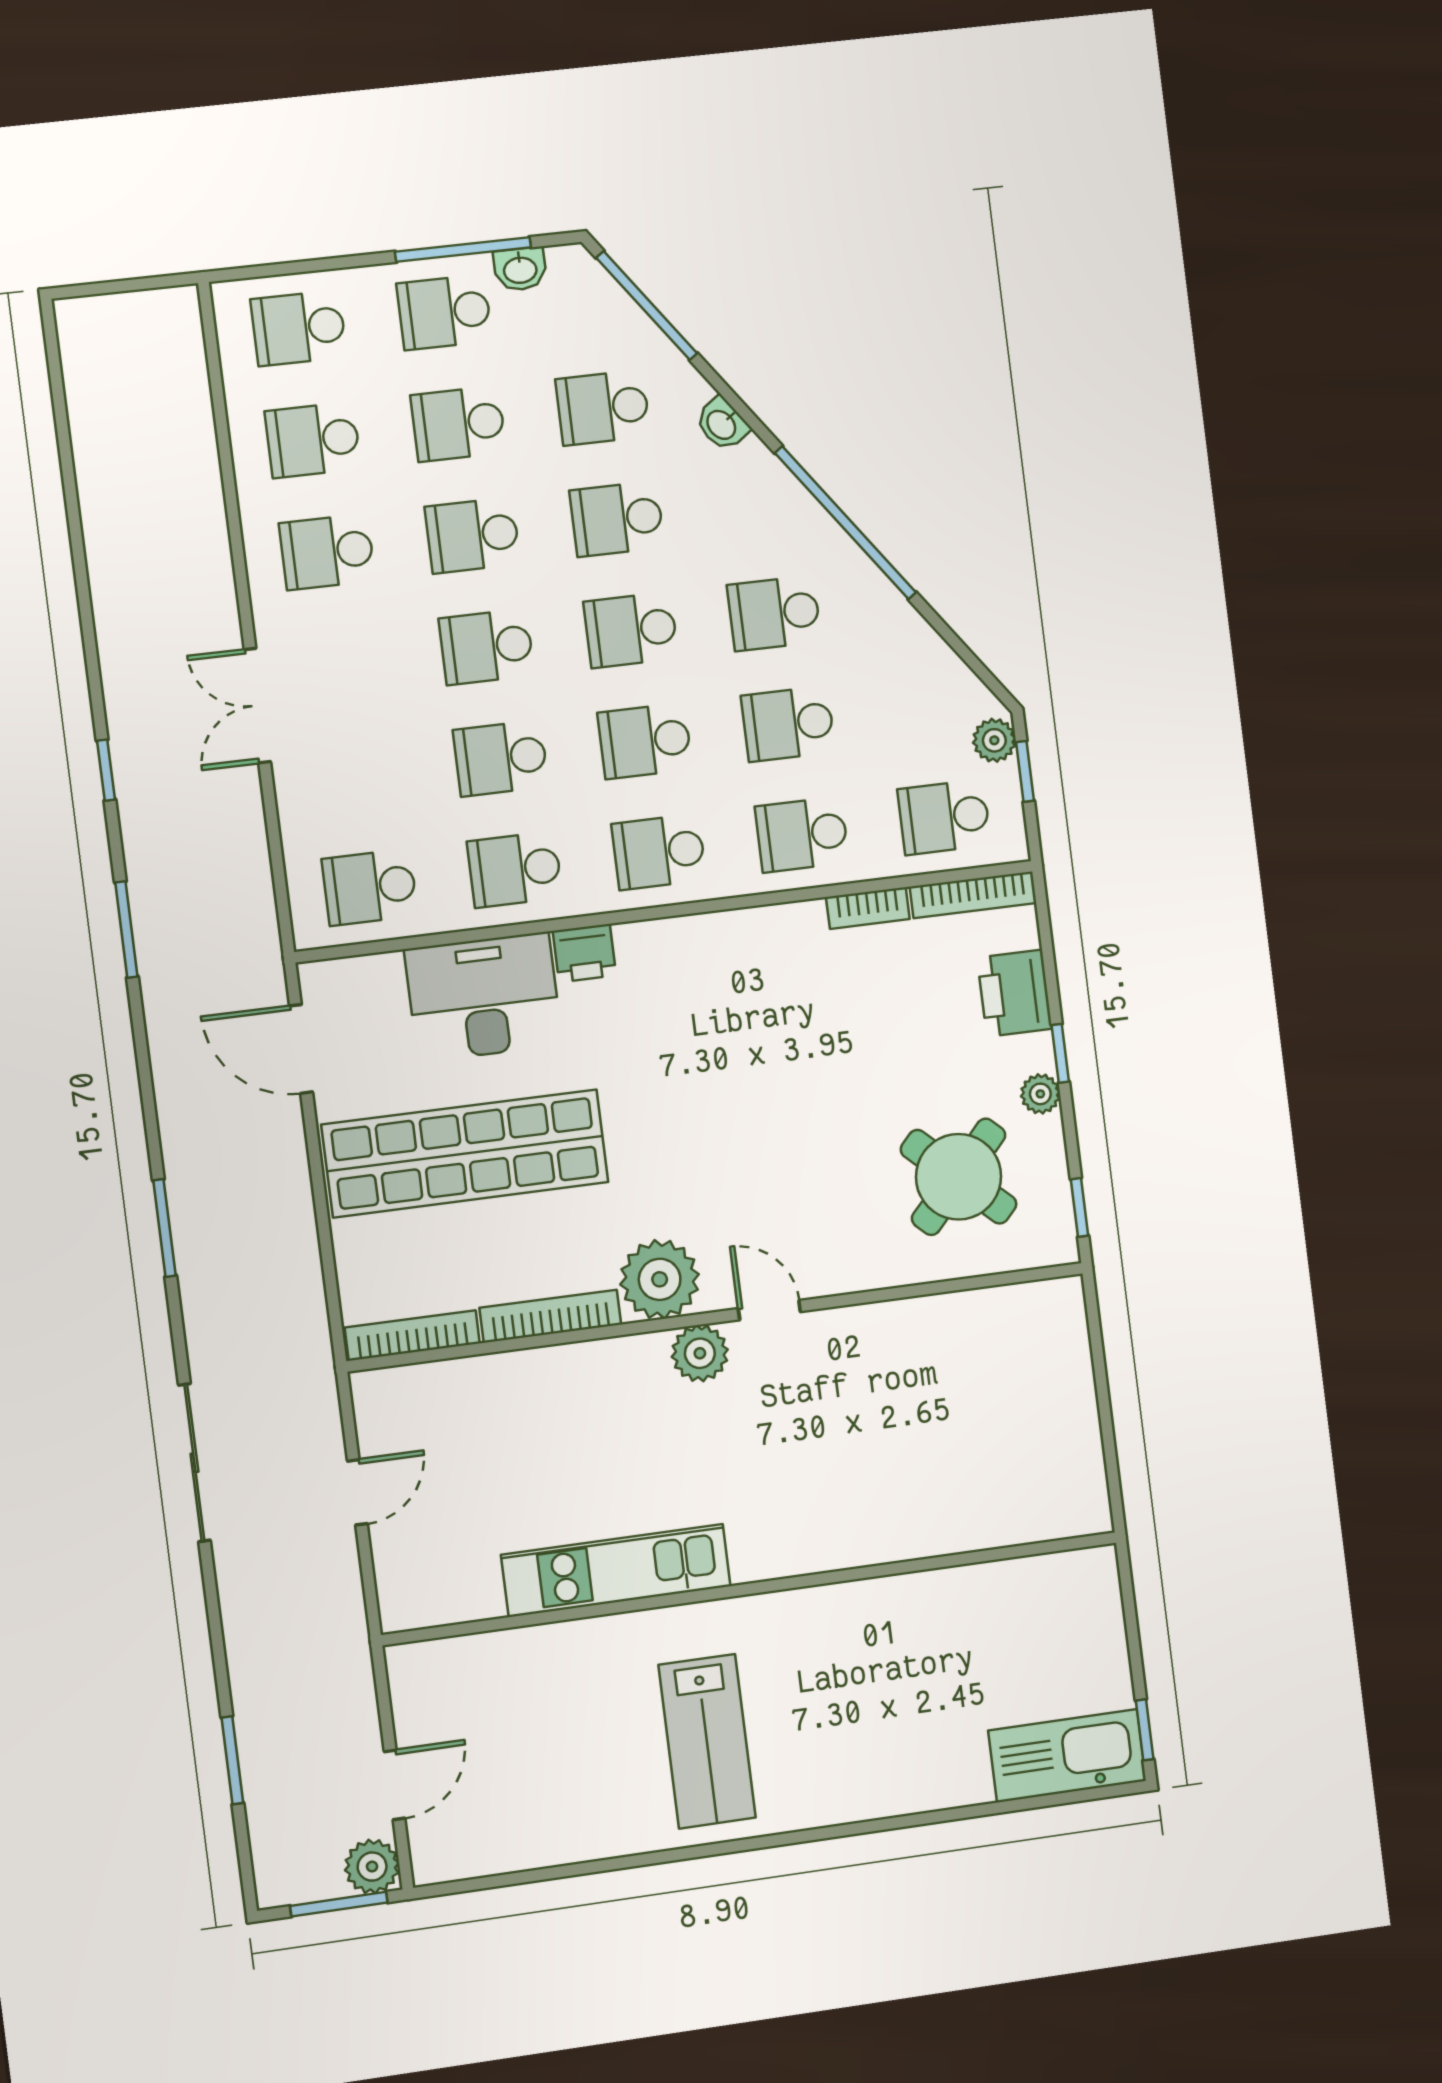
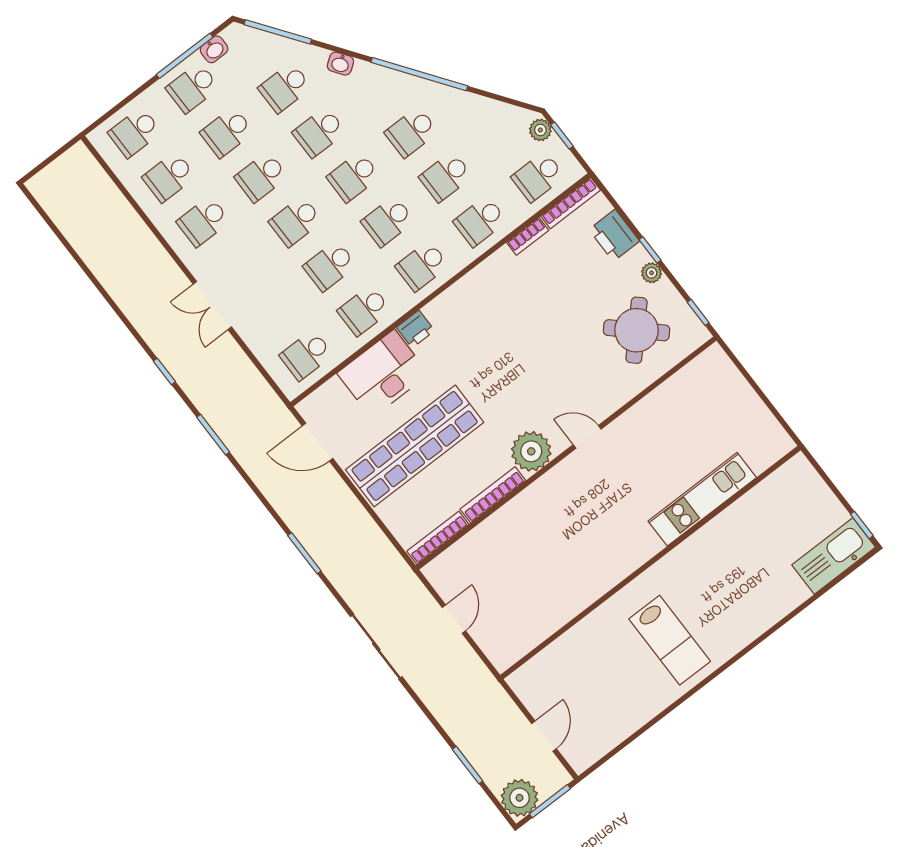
plant: (700, 1353) -> (568, 473), removed
kitchen unit: (616, 1570) -> (702, 499), moved
plant: (372, 1867) -> (520, 798), moved, width x1.36, depth x1.36

